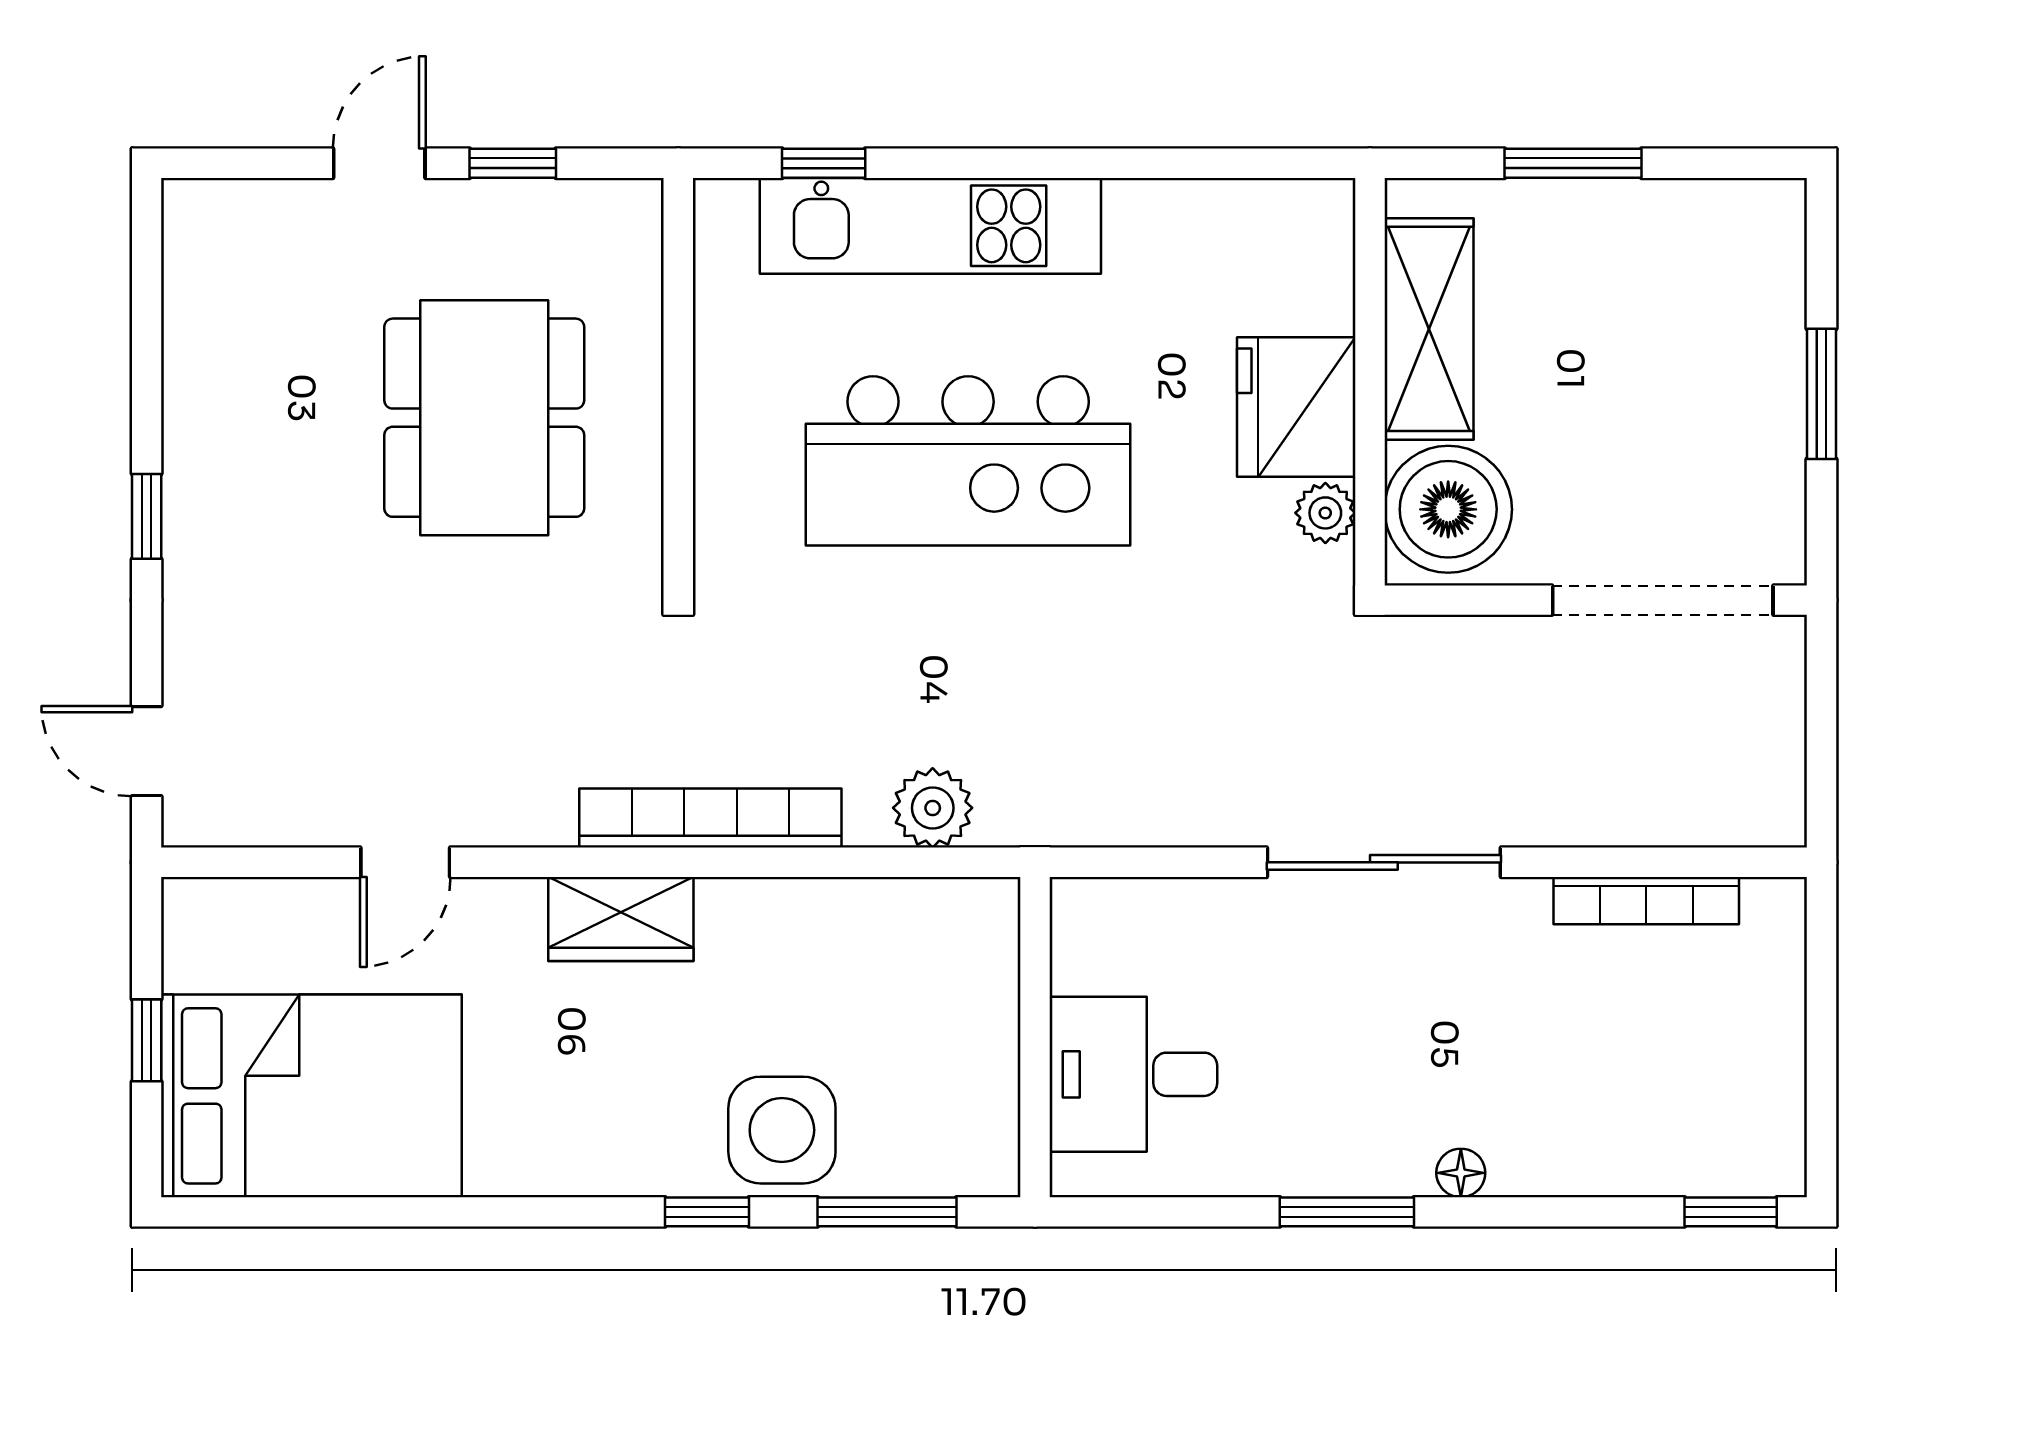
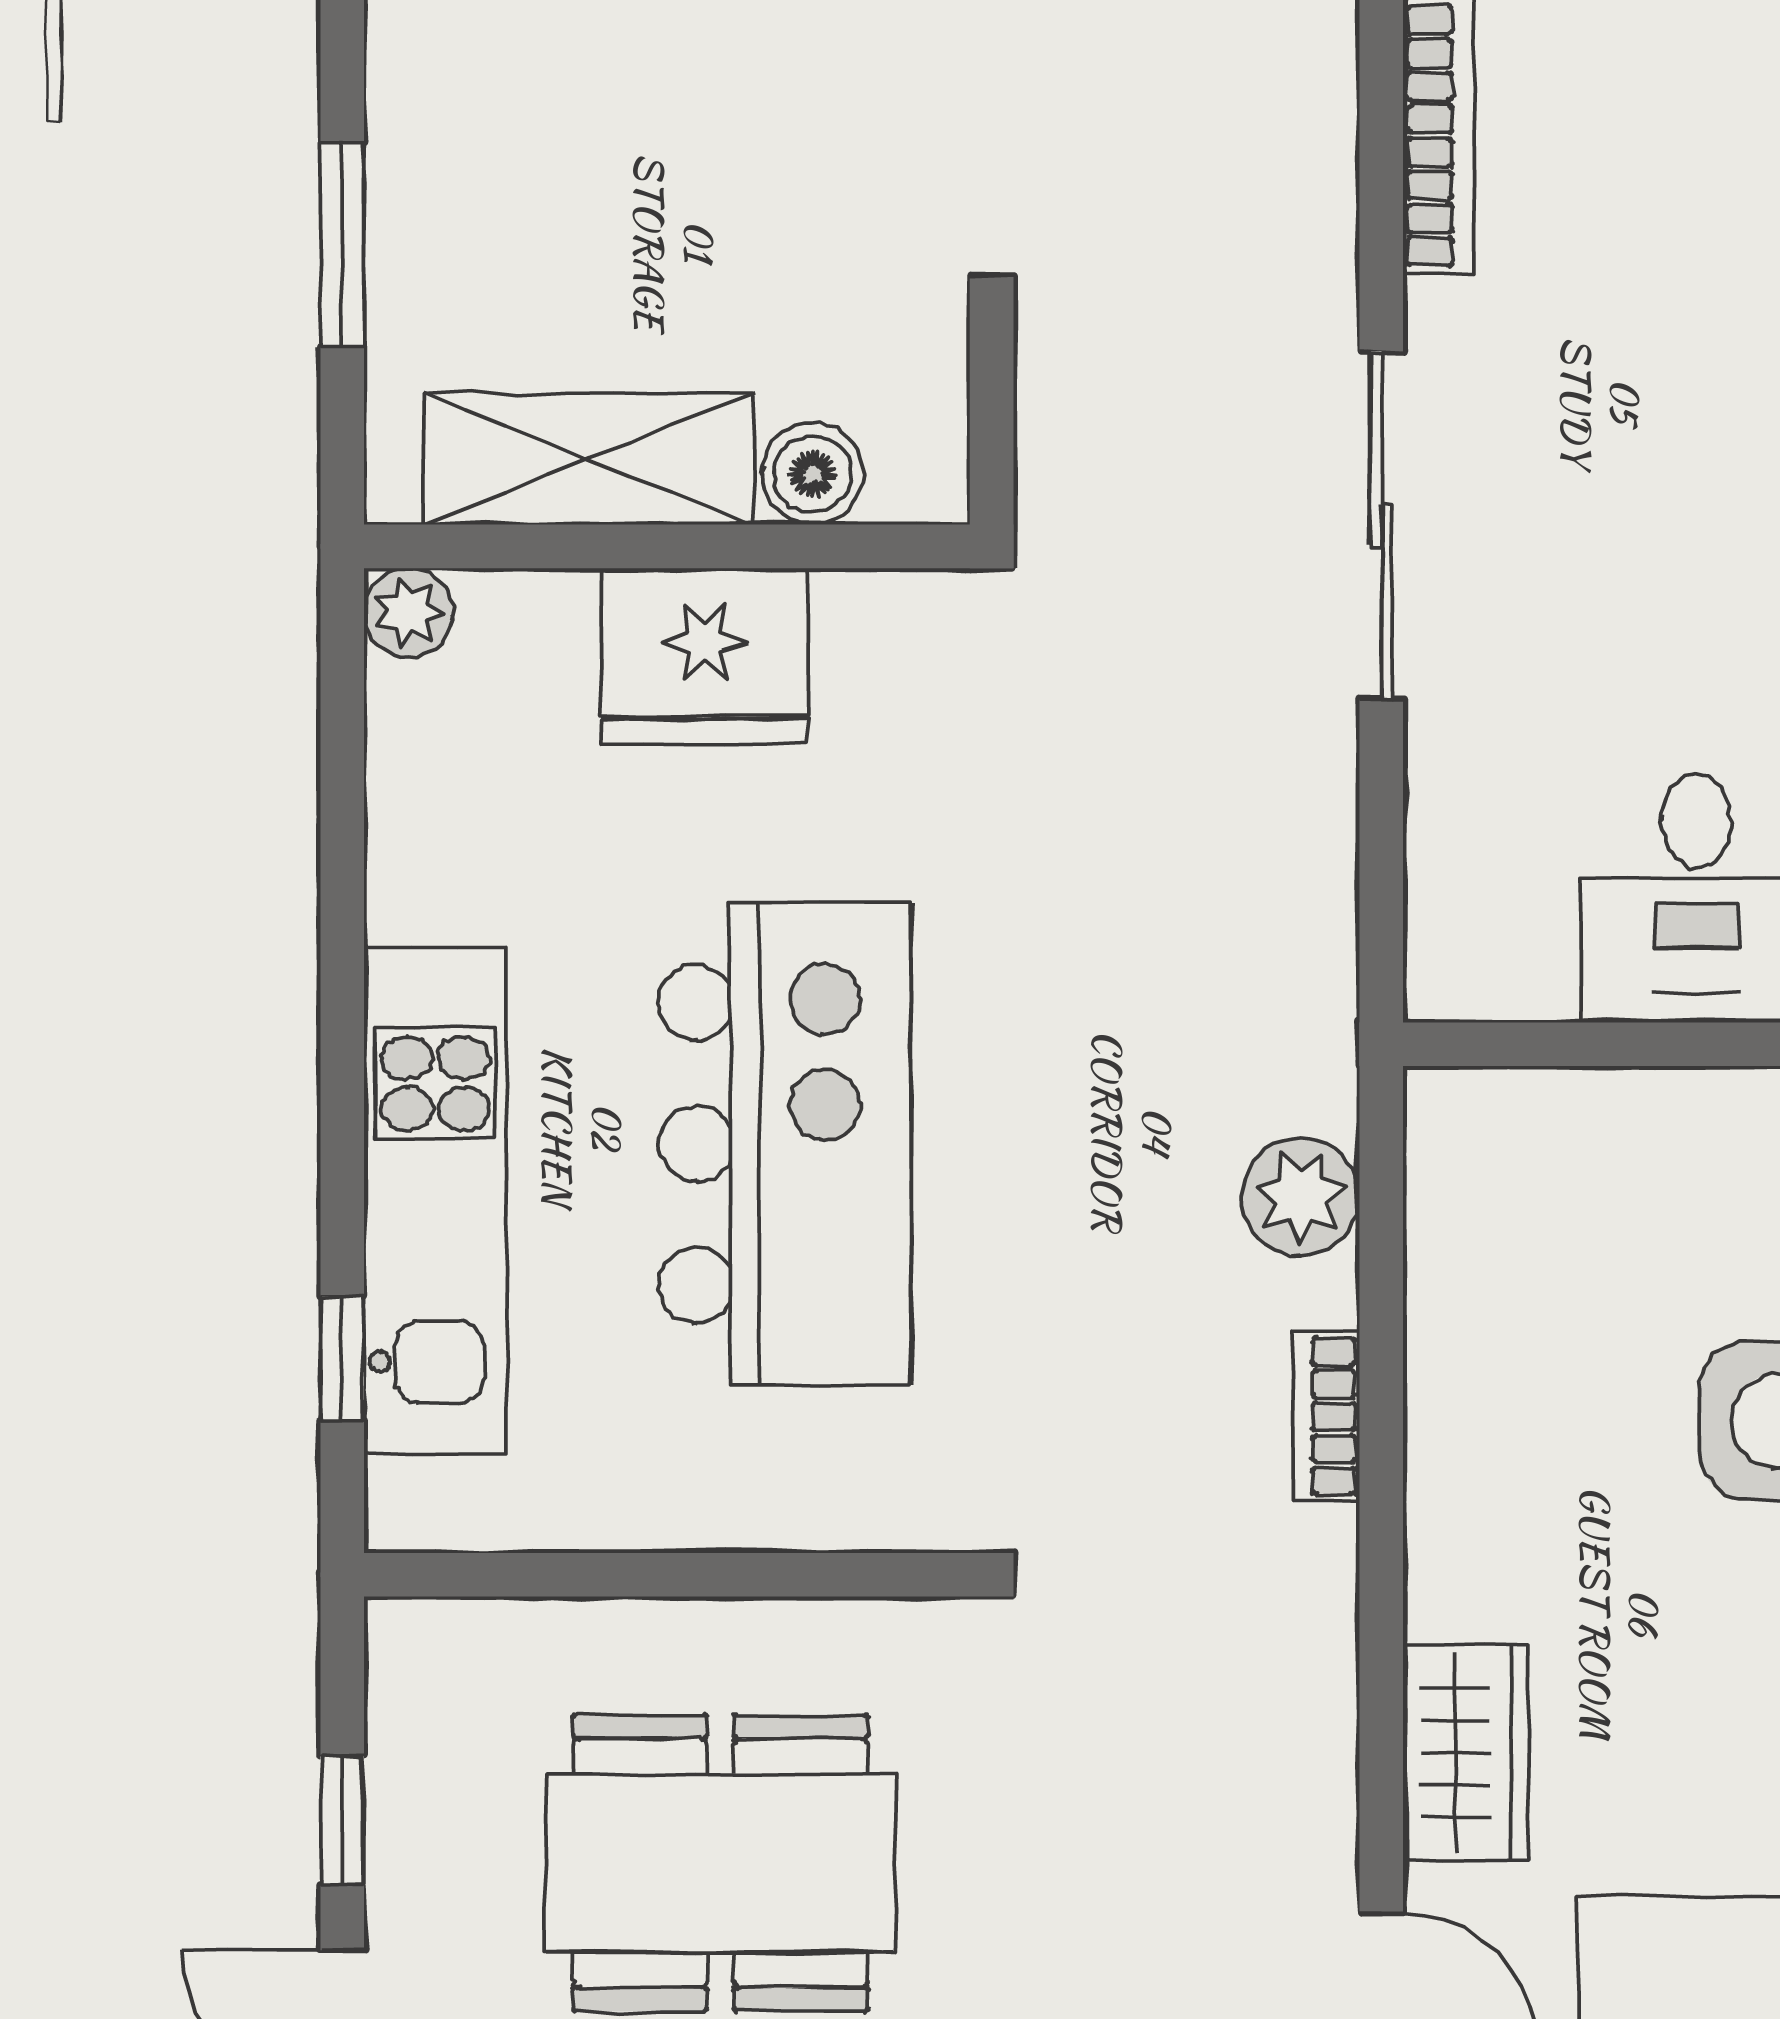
boiler: (1448, 509) -> (813, 474), width x0.54, depth x0.54
plant: (1325, 513) -> (409, 613), moved
bookcase: (710, 818) -> (1326, 1416), width x0.43, depth x0.76
wardrobe: (621, 919) -> (1465, 1753), moved

